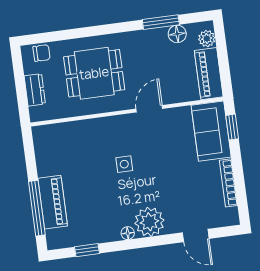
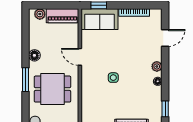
window: (161, 22) -> (25, 80), moved
floor lamp: (177, 34) -> (34, 55), moved
dining table: (94, 73) -> (52, 89), turned 90
plant: (149, 222) -> (157, 66), width x0.53, depth x0.53

